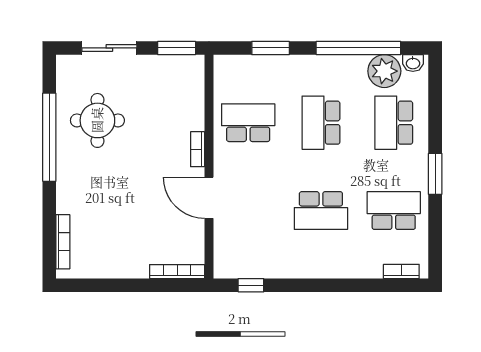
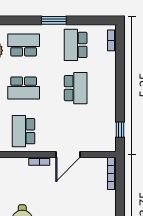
school desk: (394, 123) -> (24, 45), turned 180

